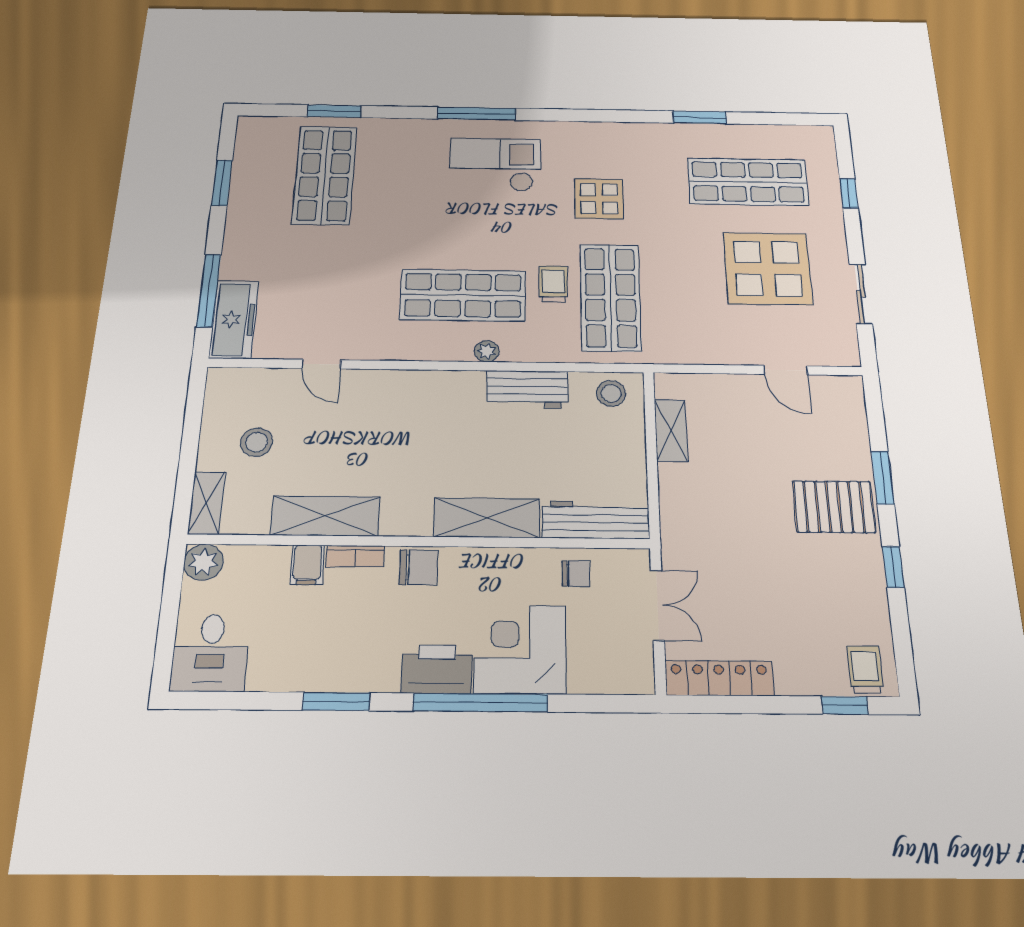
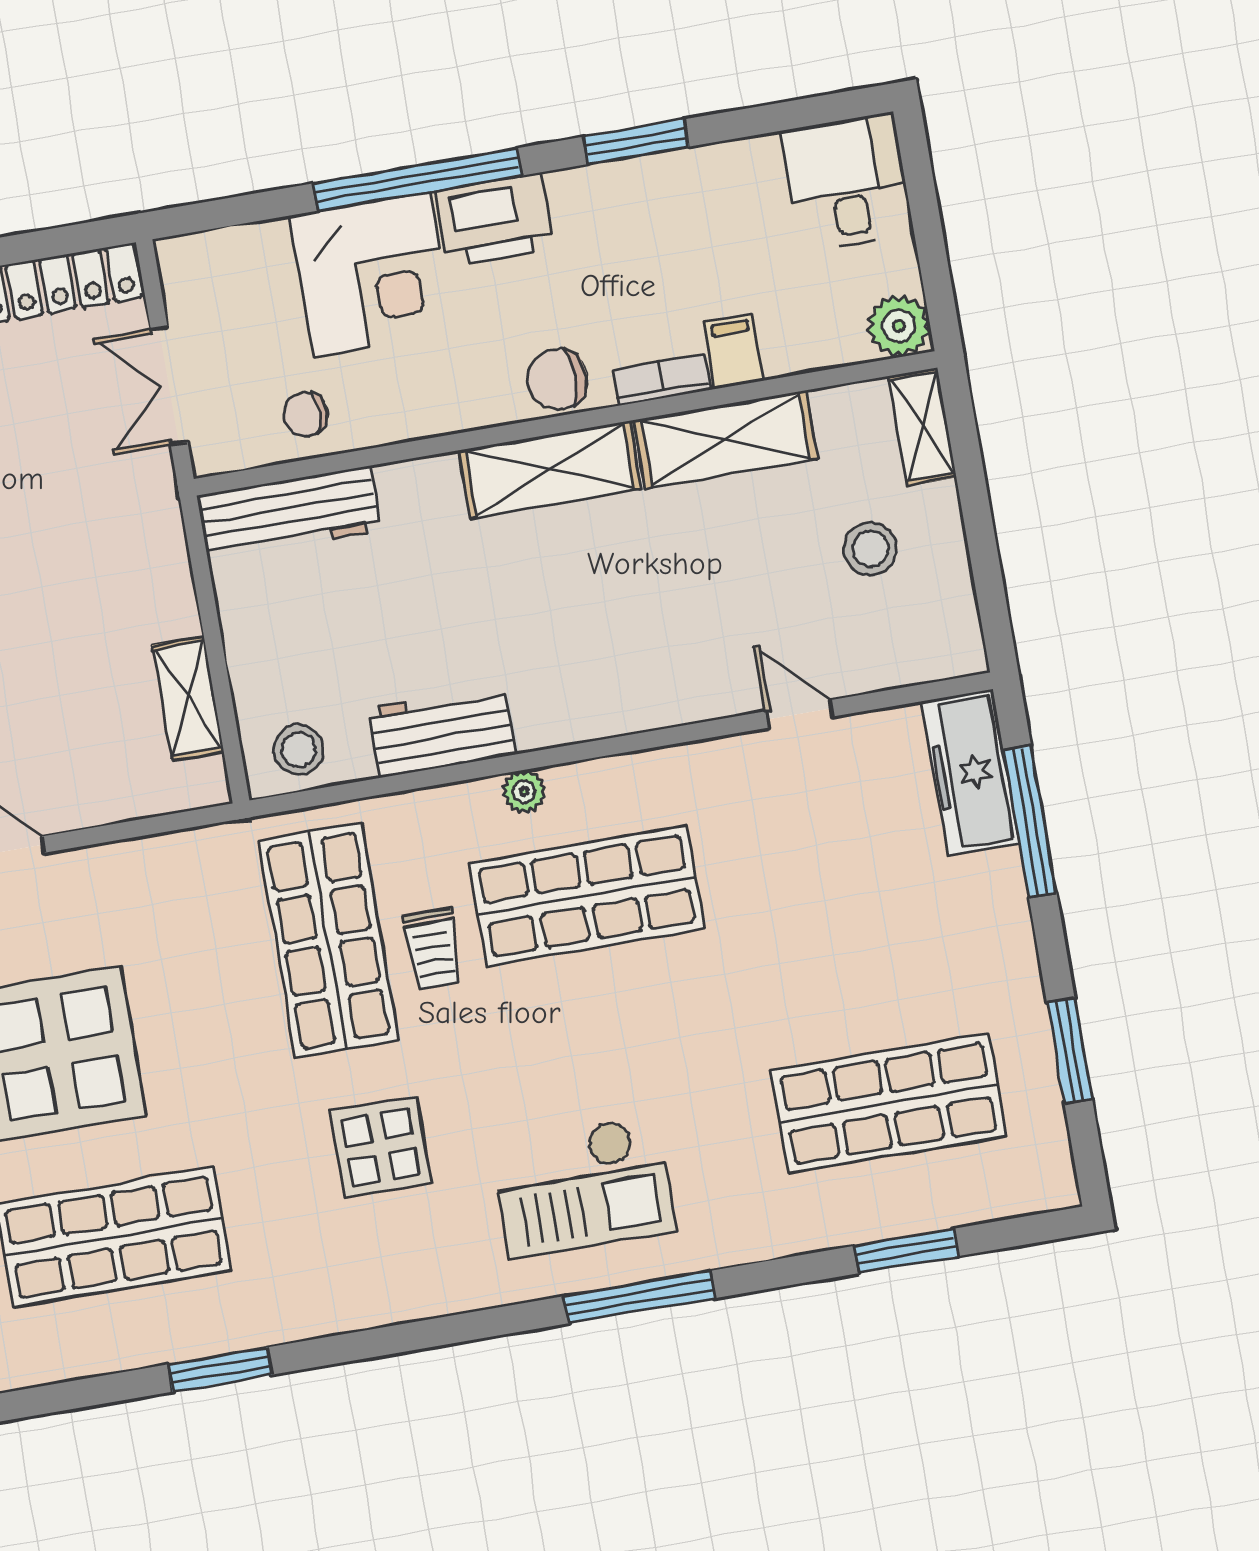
shop shelf: (325, 175) -> (889, 1103), turned 90
shelving: (487, 518) -> (550, 469), moved

